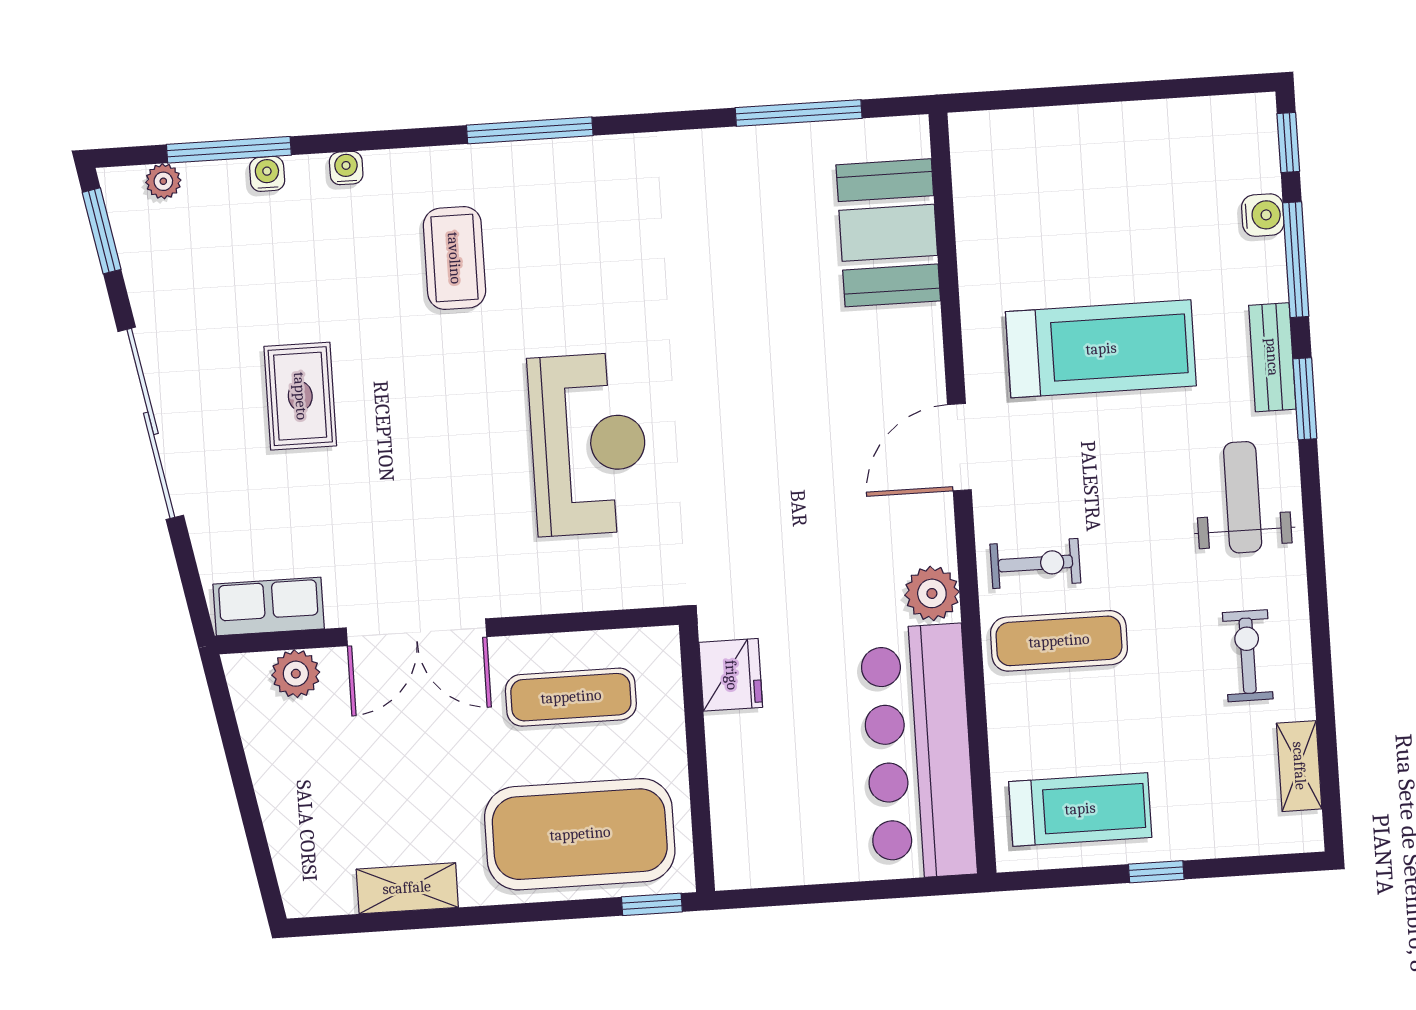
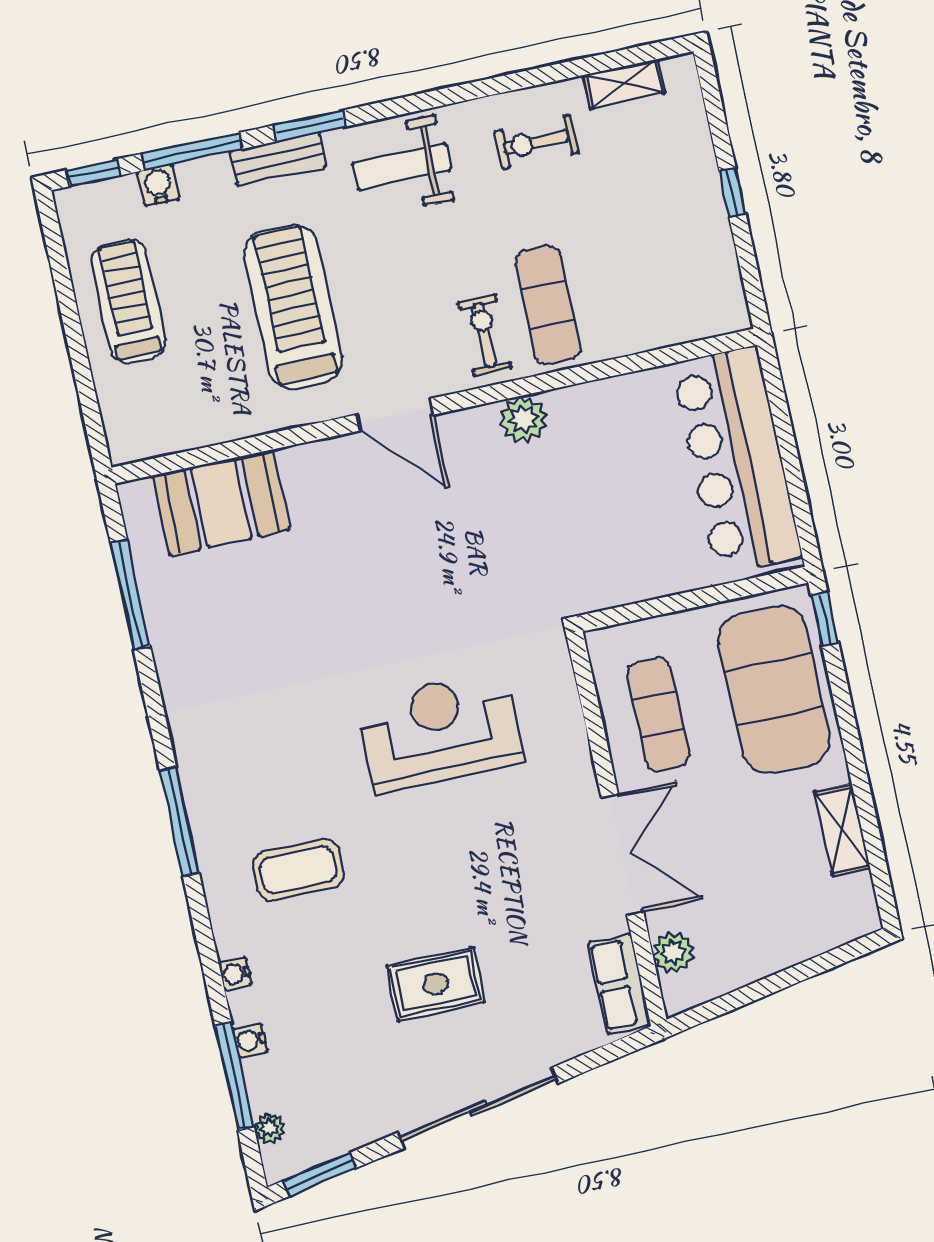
fridge: (731, 675) -> (619, 581), removed
bar counter: (918, 752) -> (737, 460), moved, turned 90
treadmill: (1080, 809) -> (129, 301), moved

